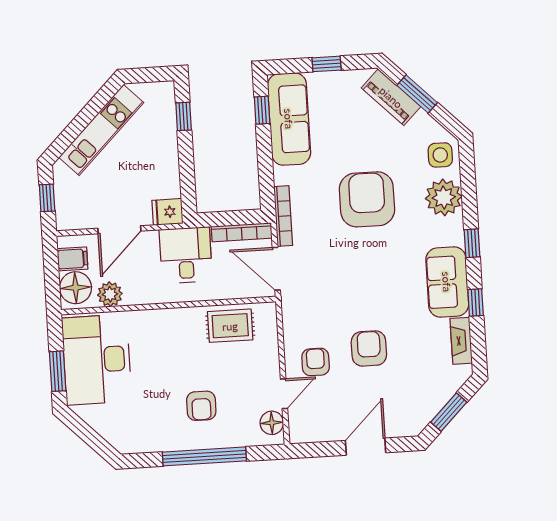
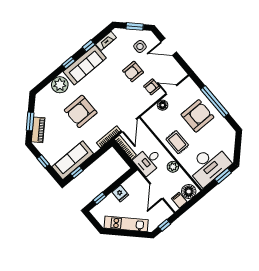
side table: (440, 155) -> (140, 46), moved
fridge: (167, 212) -> (120, 193), moved
door: (119, 230) -> (157, 191), swing flipped
sofa: (447, 282) -> (85, 65), width x1.36
plant: (110, 294) -> (173, 167), moved
rug: (230, 326) -> (177, 142), moved
armchair: (201, 406) -> (197, 116), width x1.88, depth x1.88
floor lamp: (272, 423) -> (163, 105), moved

